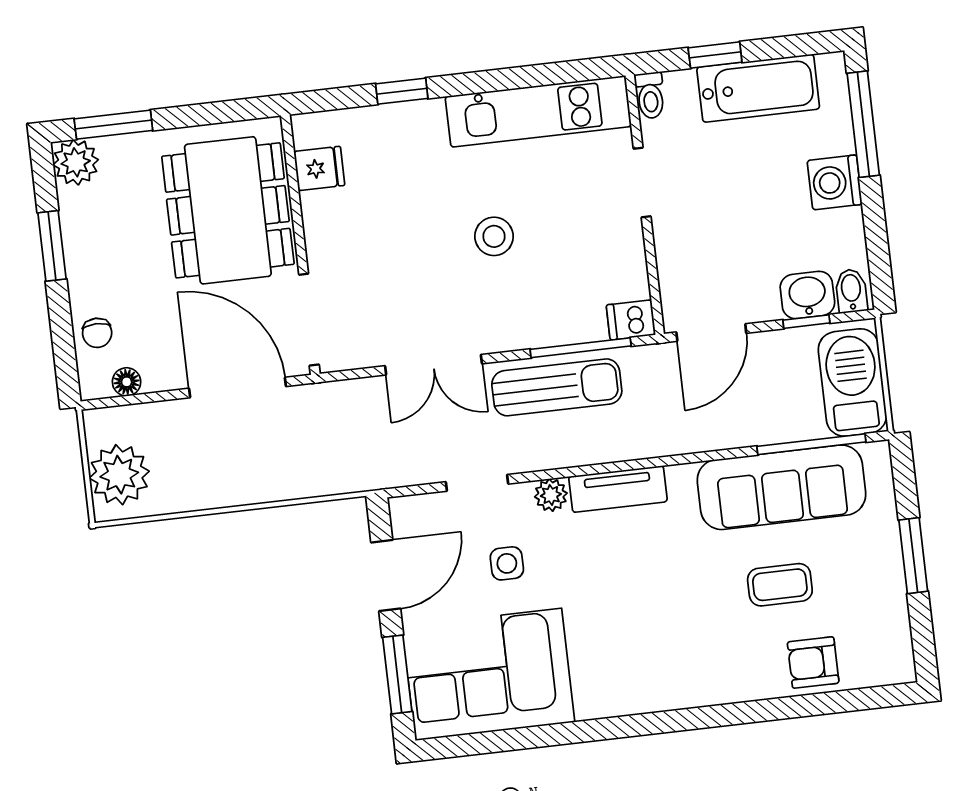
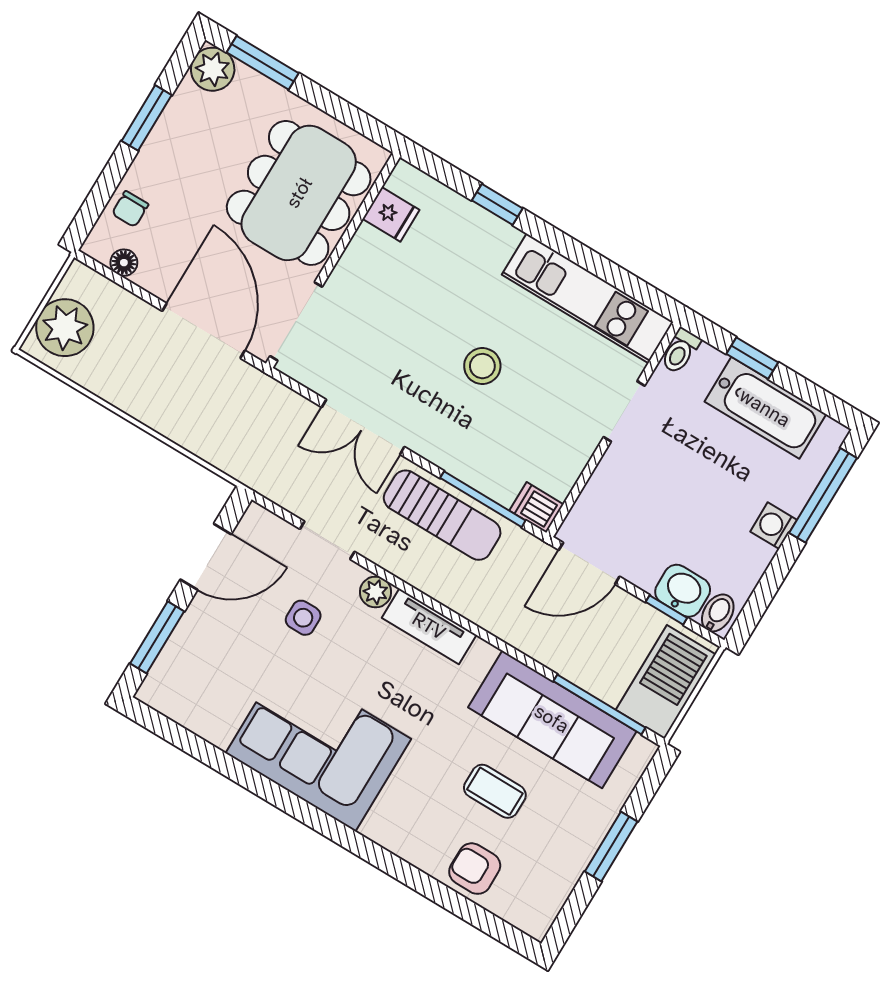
washing machine: (835, 182) -> (774, 526), width x0.73, depth x0.73
corner sofa: (488, 674) -> (318, 746), moved

